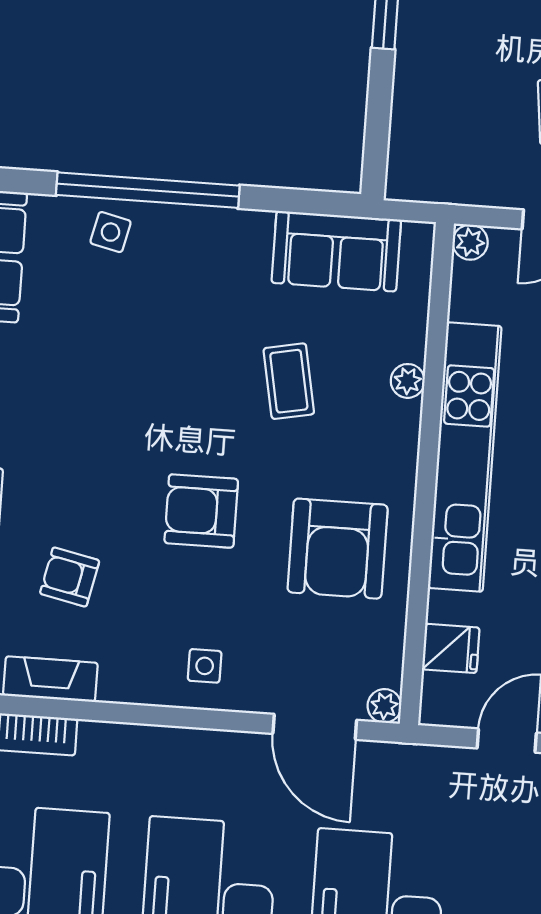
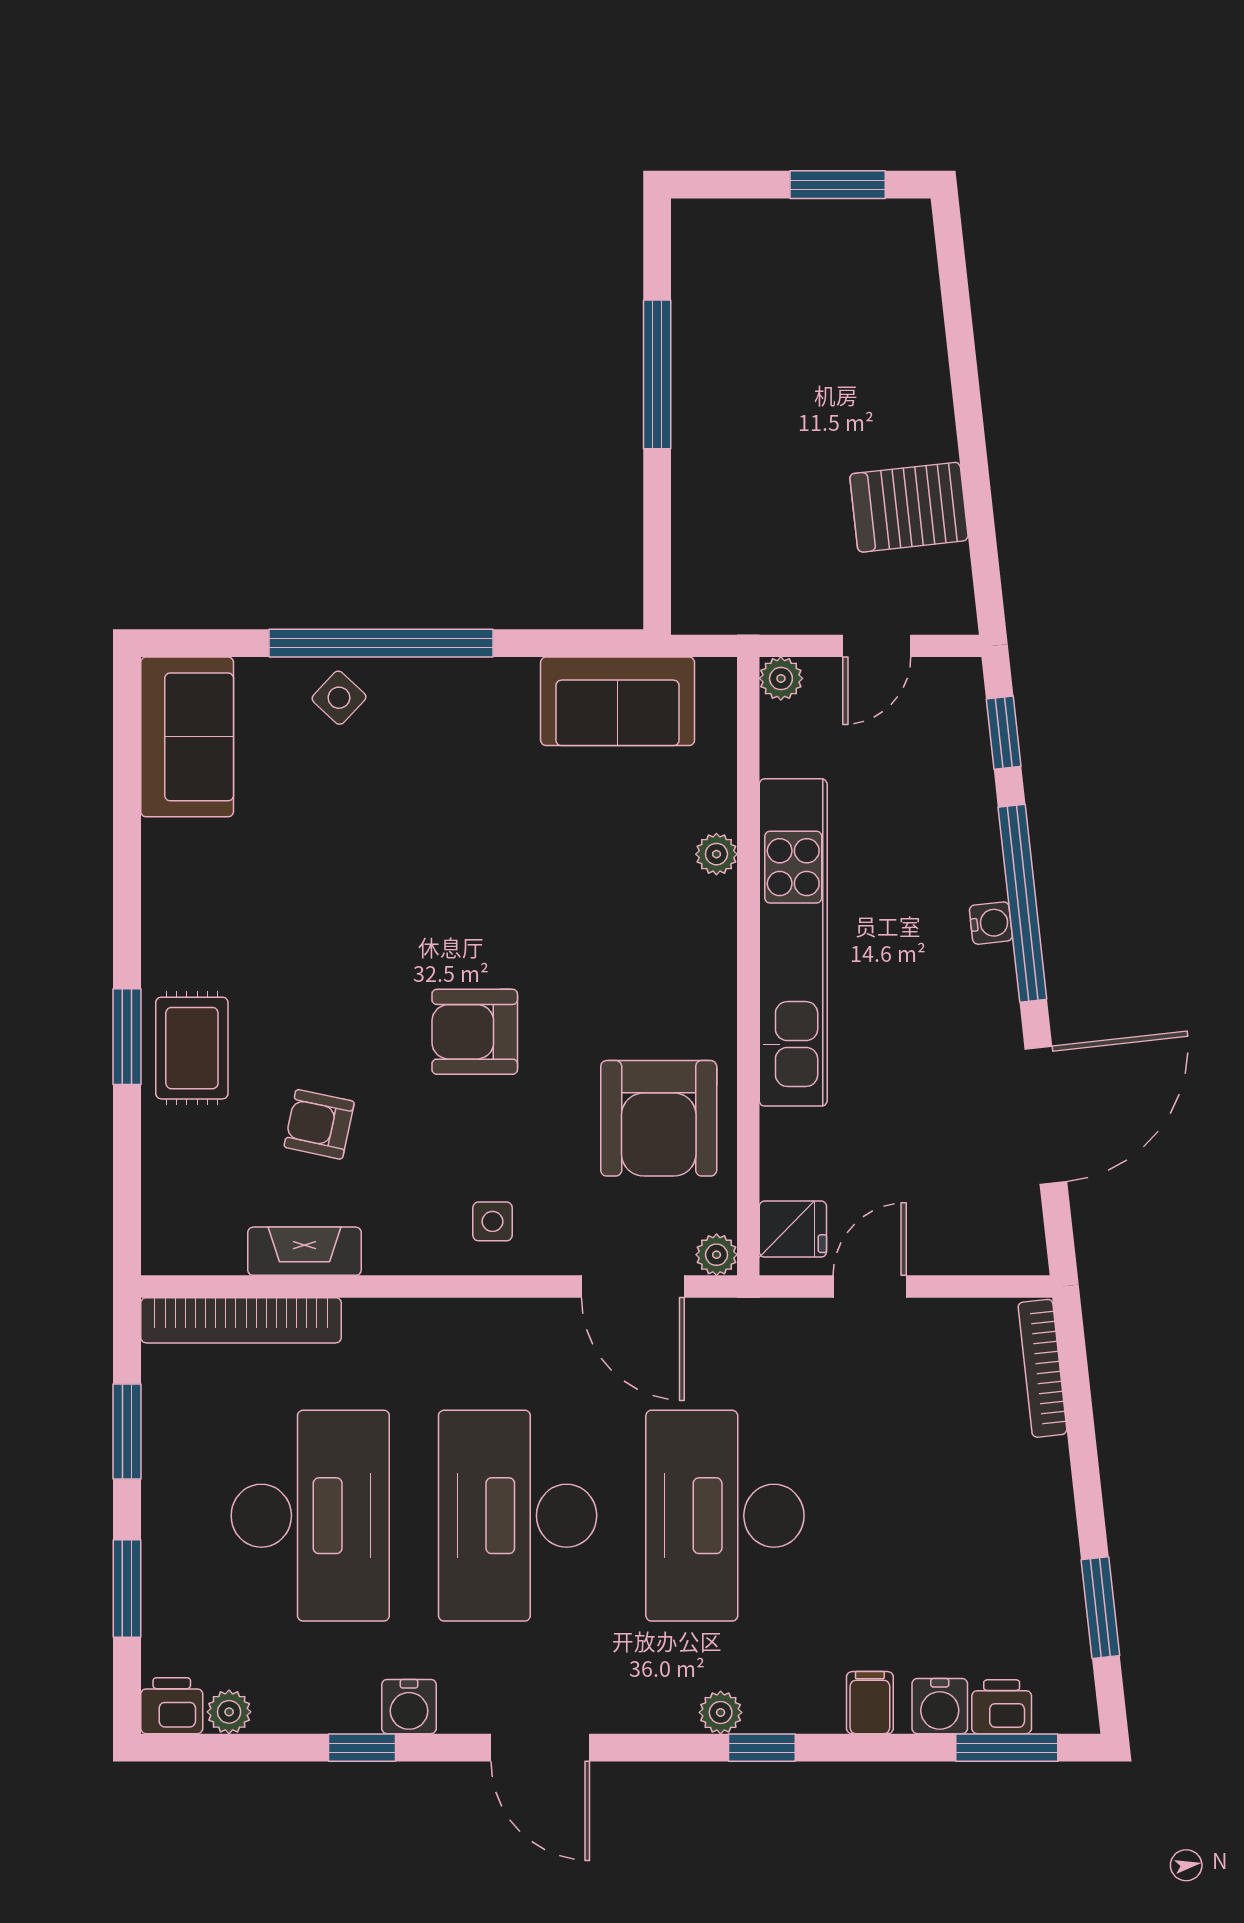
side table: (111, 232) -> (339, 698), turned 30
coffee table: (289, 381) -> (571, 865), removed
armchair: (338, 549) -> (659, 1118), moved
fridge: (451, 648) -> (793, 1229), moved

